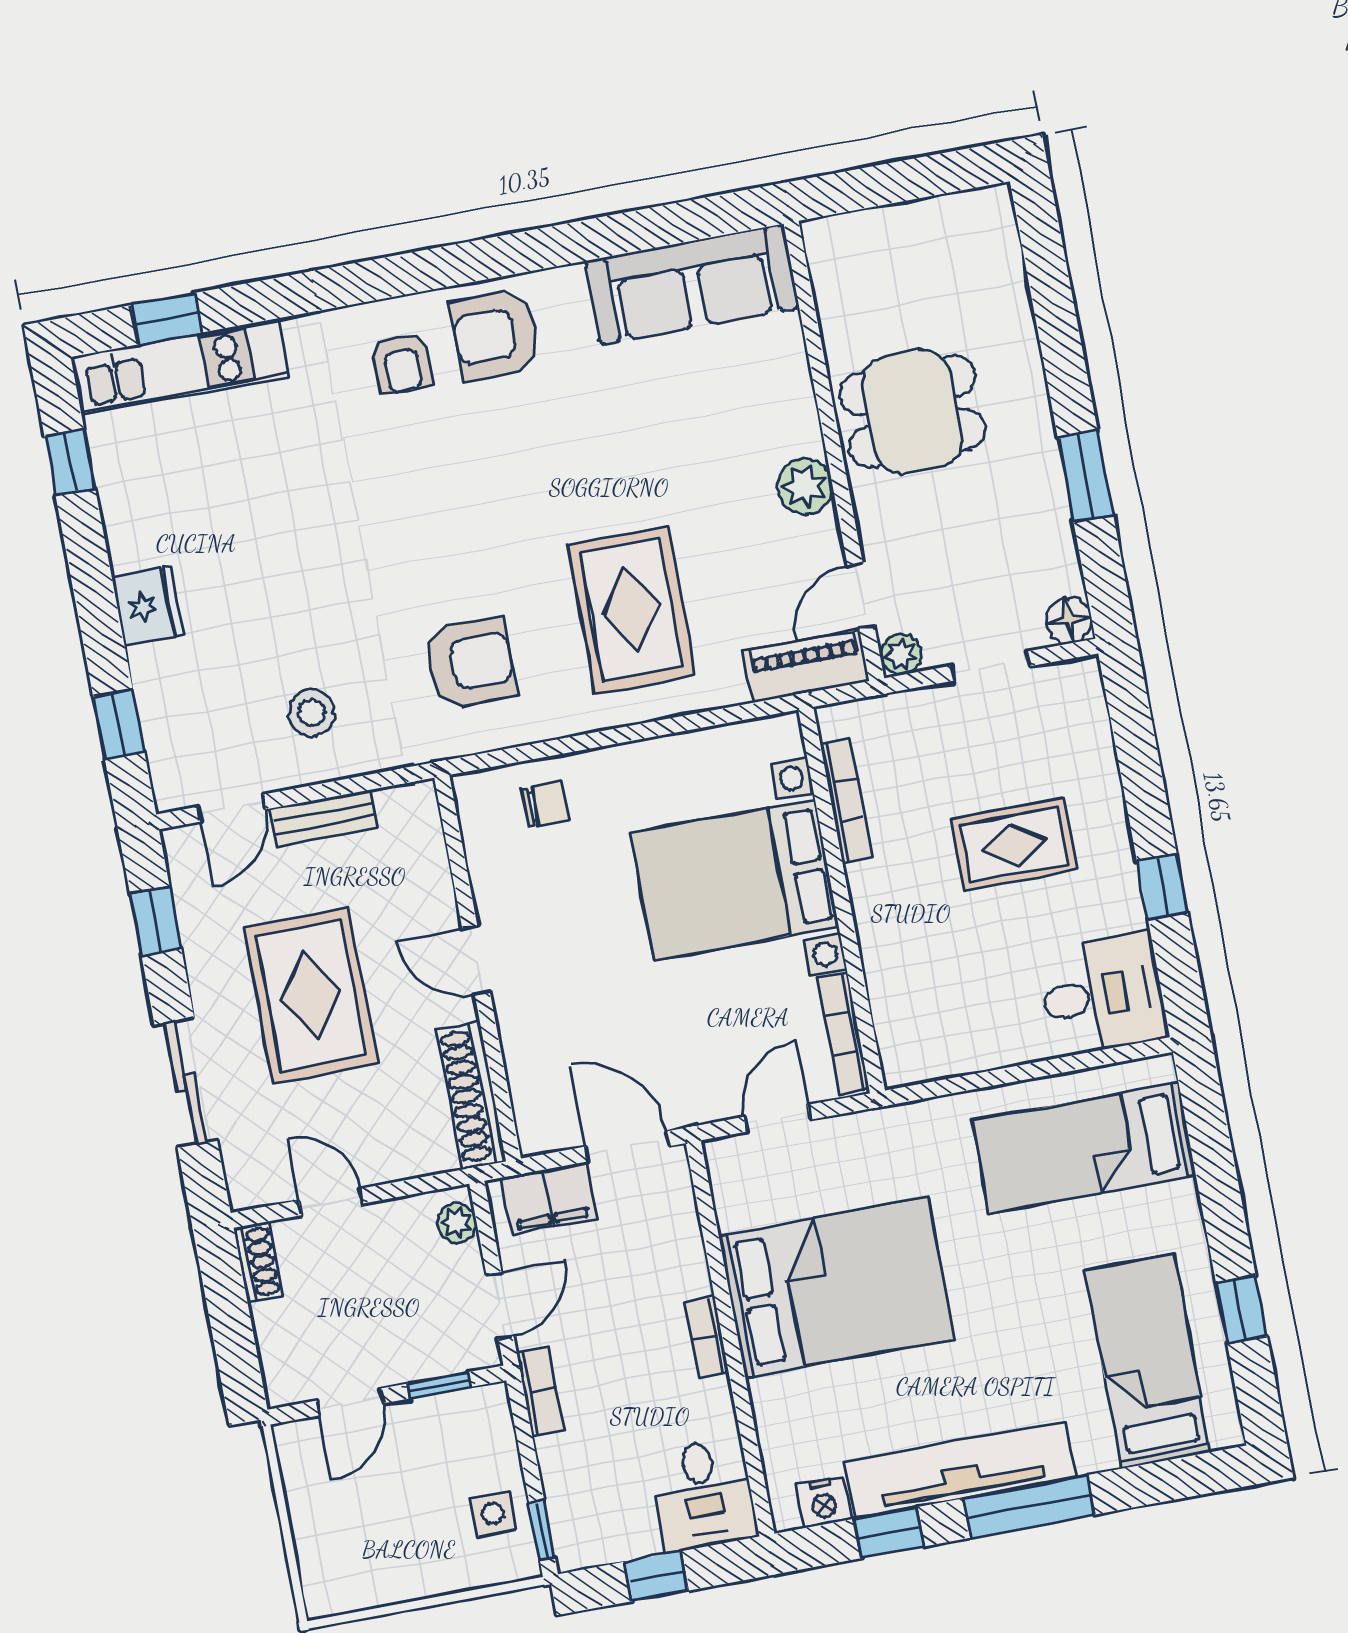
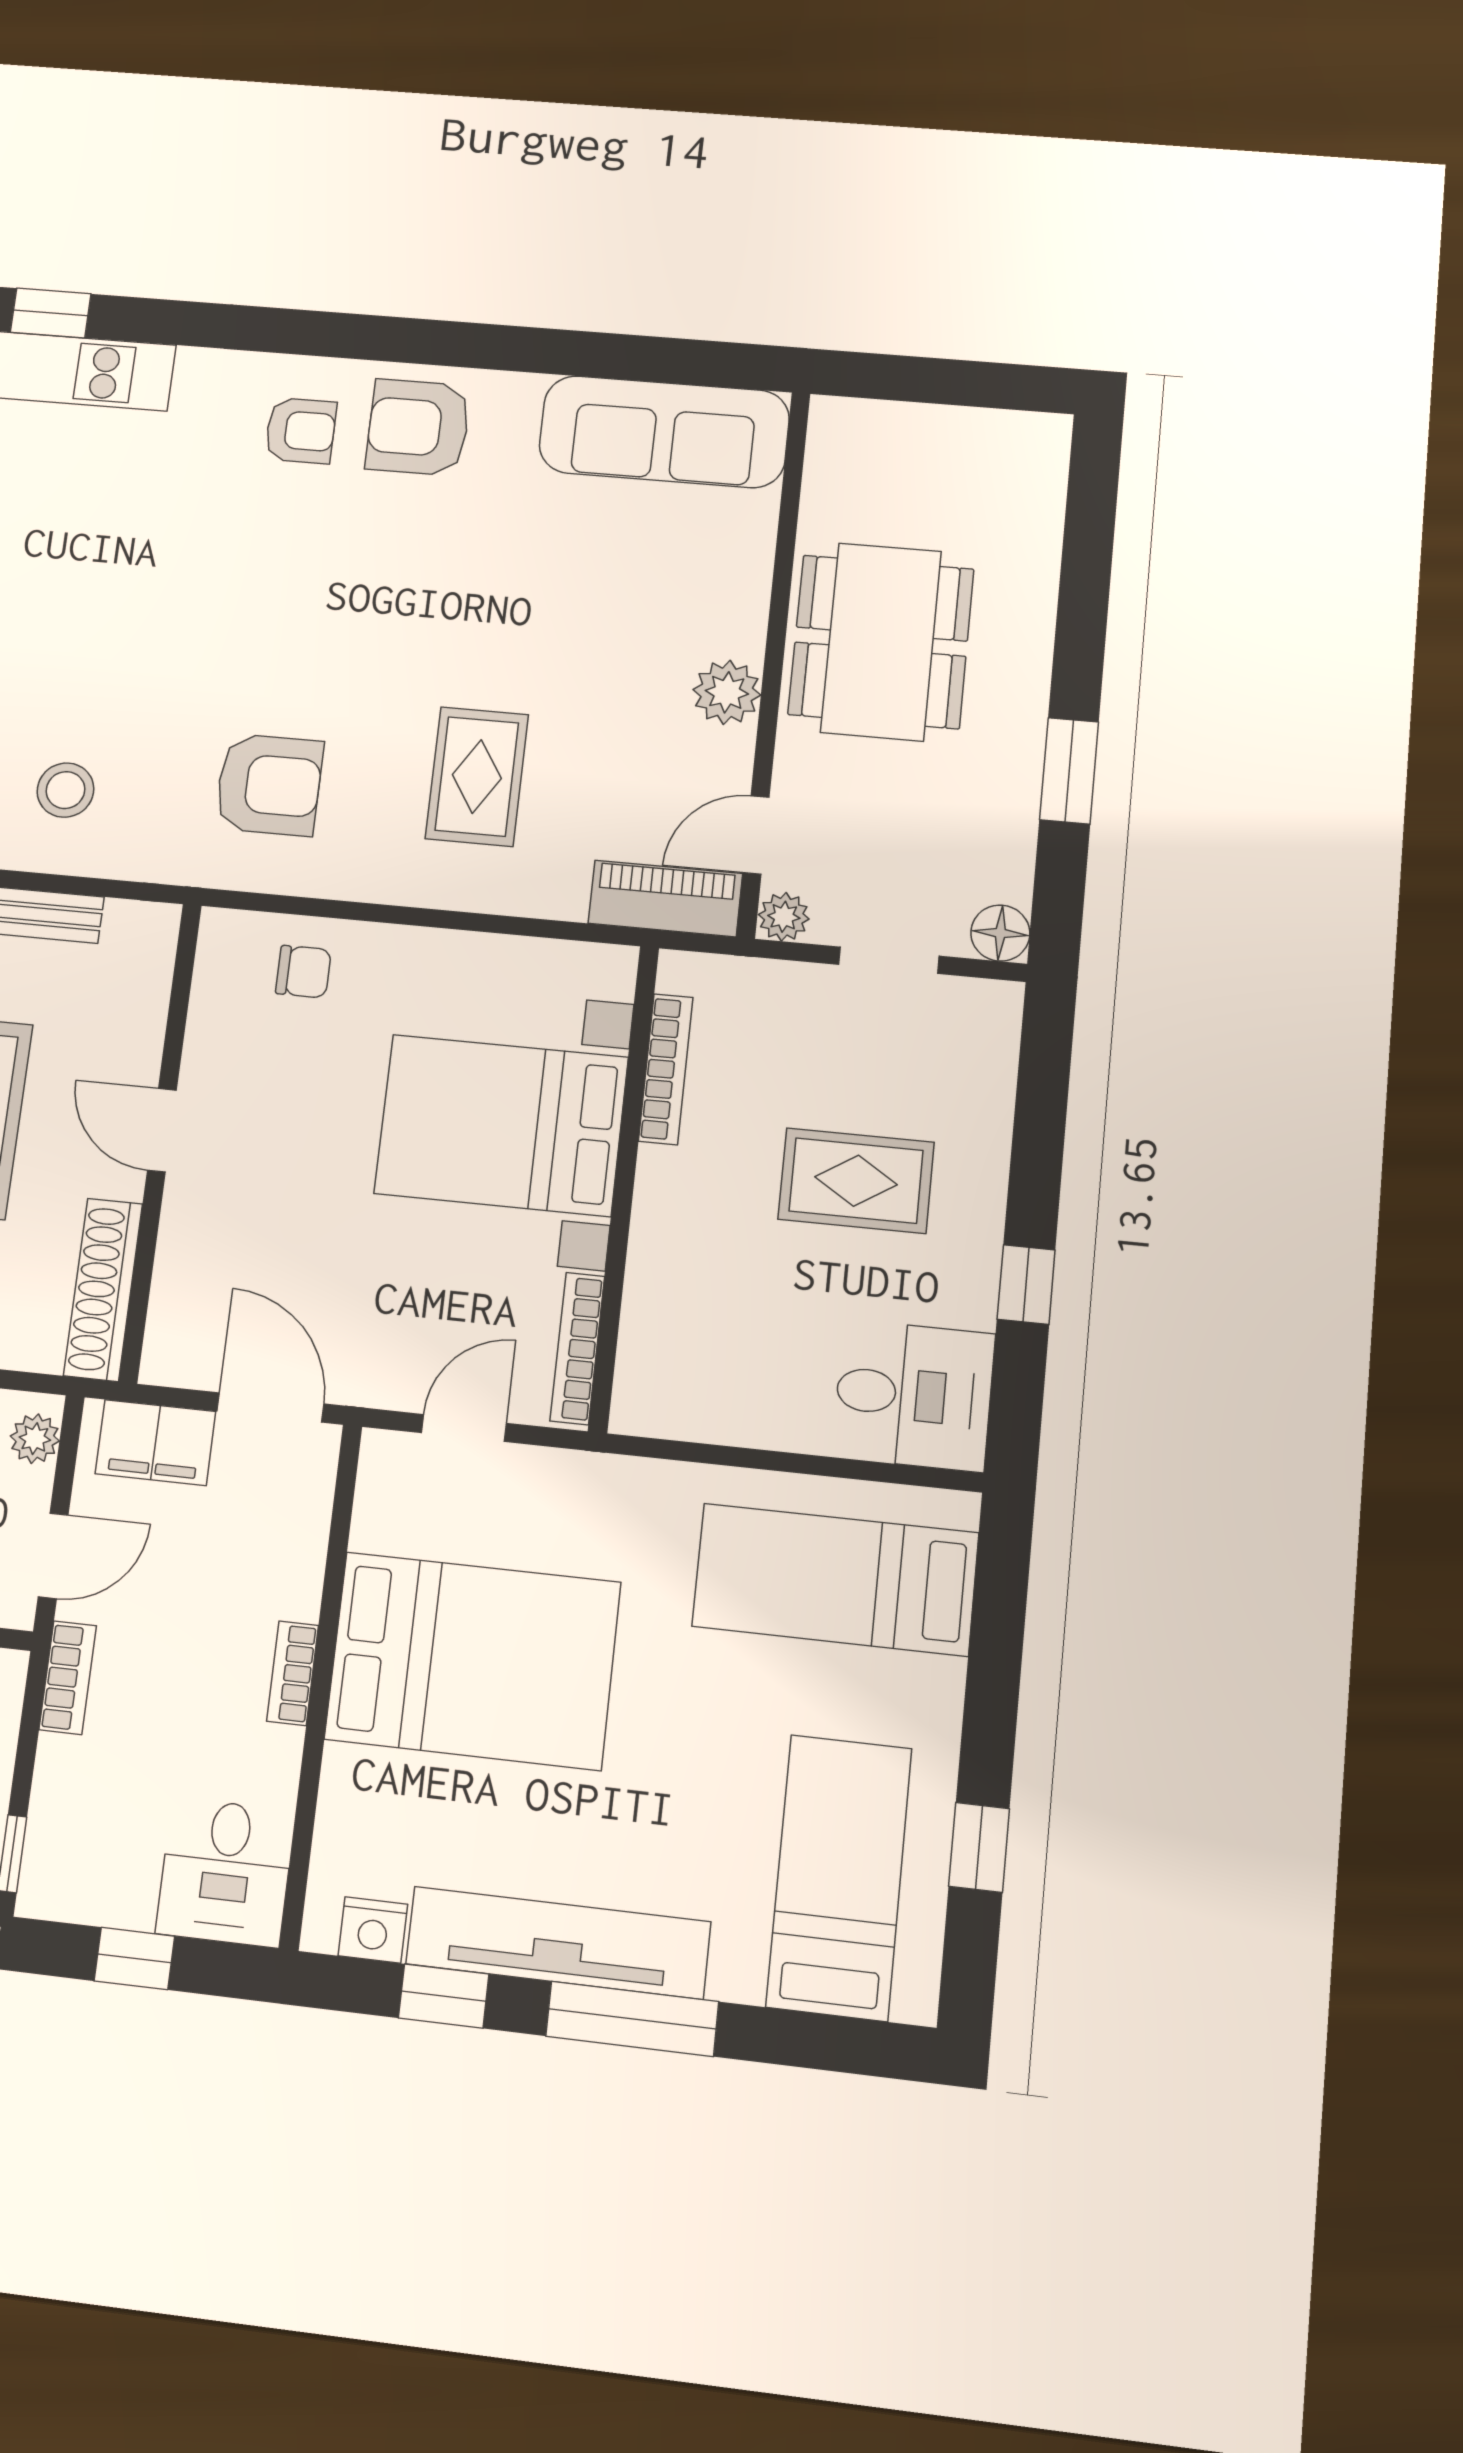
armchair: (402, 363) -> (301, 431), turned -90
dining table: (912, 412) -> (881, 642), width x1.38
rug: (631, 610) -> (477, 777), width x0.73, depth x0.70

